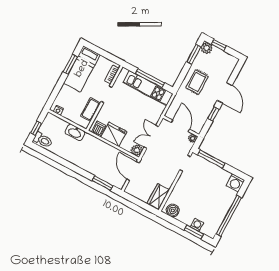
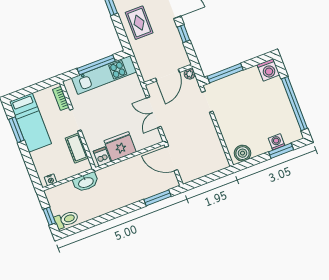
door: (180, 126) -> (168, 75), swing flipped
plant: (137, 150) -> (154, 138), removed
wardrobe: (158, 197) -> (217, 156), removed

